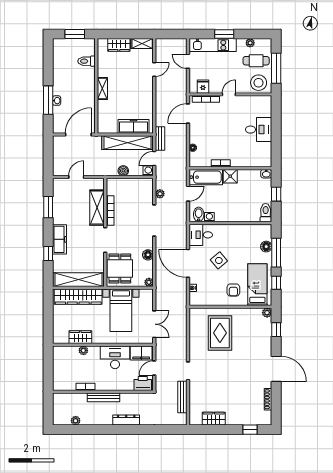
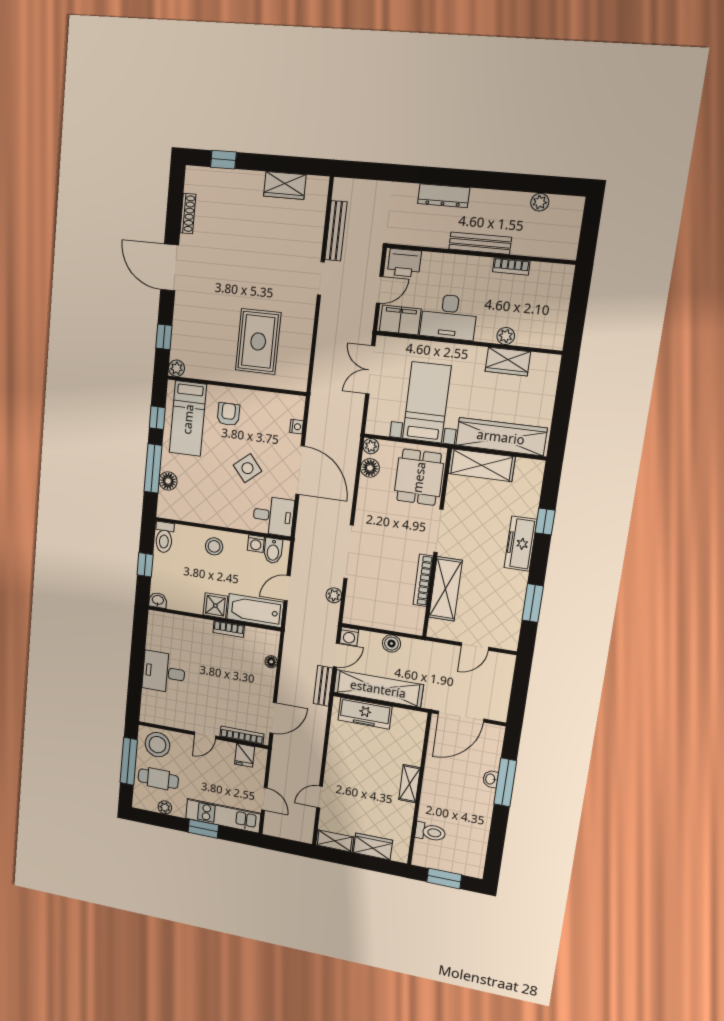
stool: (234, 212) -> (214, 546), added
floor lamp: (148, 255) -> (370, 468), moved
shelving: (78, 280) -> (481, 465), width x0.68

